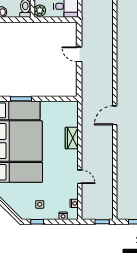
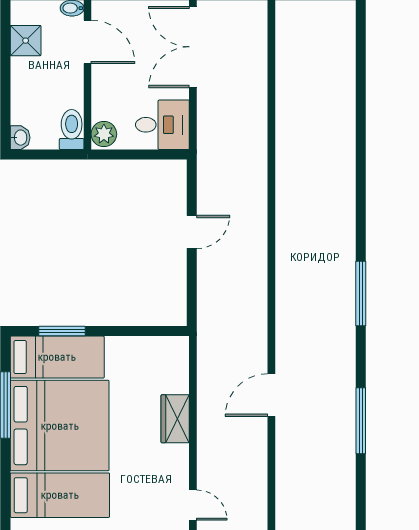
door: (79, 54) -> (192, 232), swing flipped
door: (115, 115) -> (271, 395), moved

